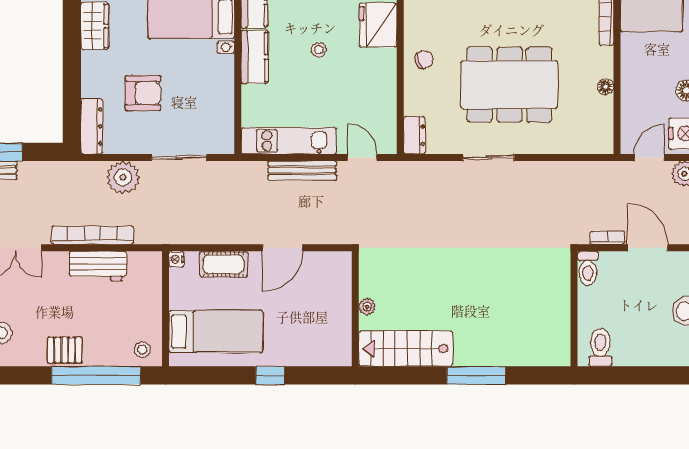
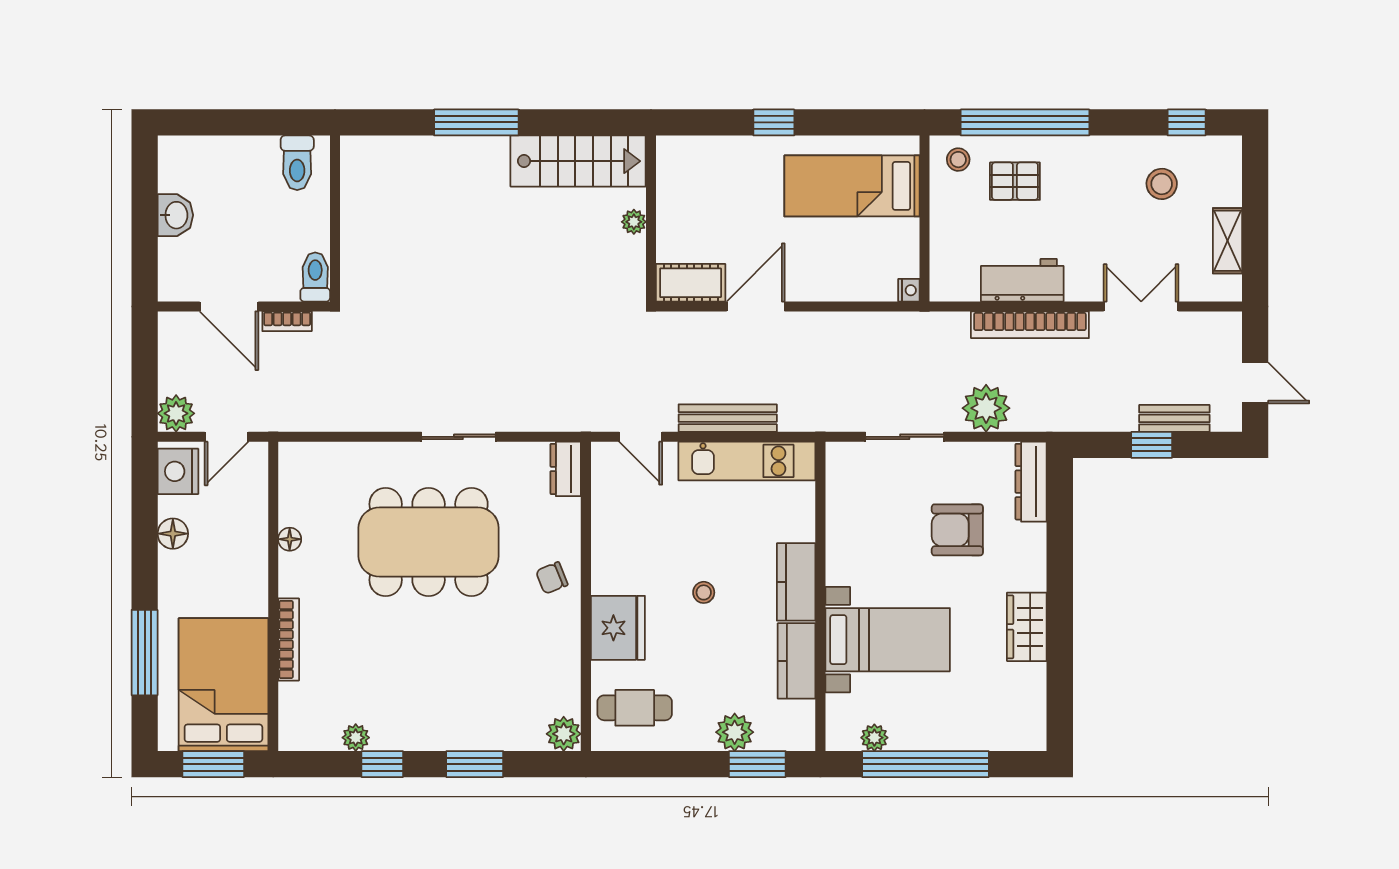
cot: (223, 264) -> (691, 283), moved
pallet: (65, 350) -> (1015, 181), moved

